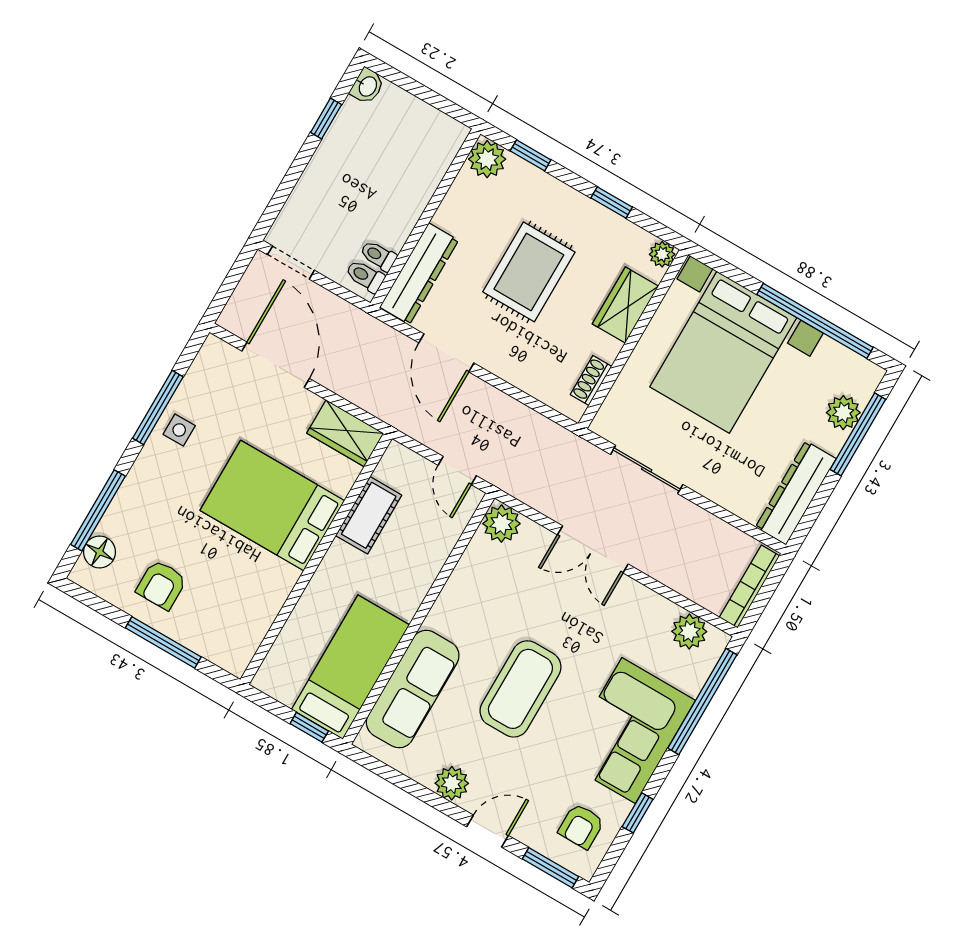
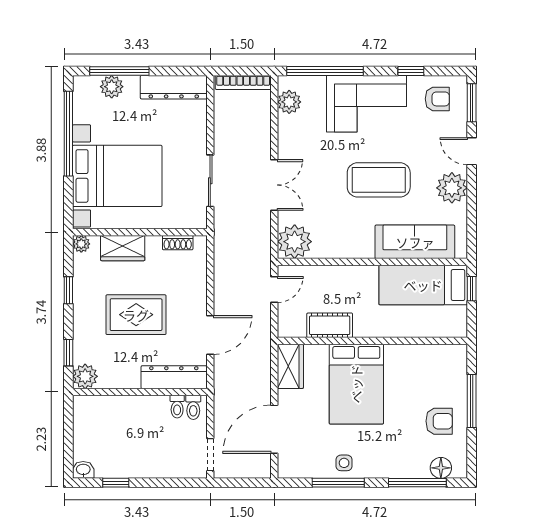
plant: (501, 524) -> (295, 242), width x1.36, depth x1.36
plant: (452, 783) -> (452, 188), width x1.36, depth x1.36

